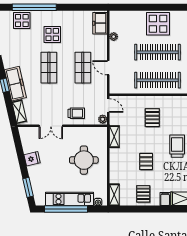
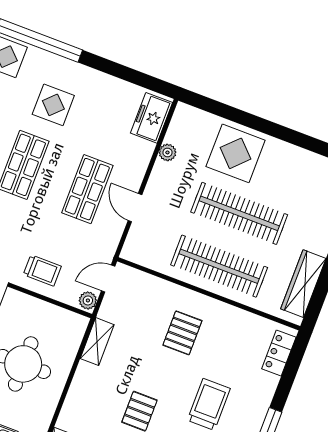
display table: (158, 24) -> (236, 153), moved
door: (108, 105) -> (108, 279), swing flipped

